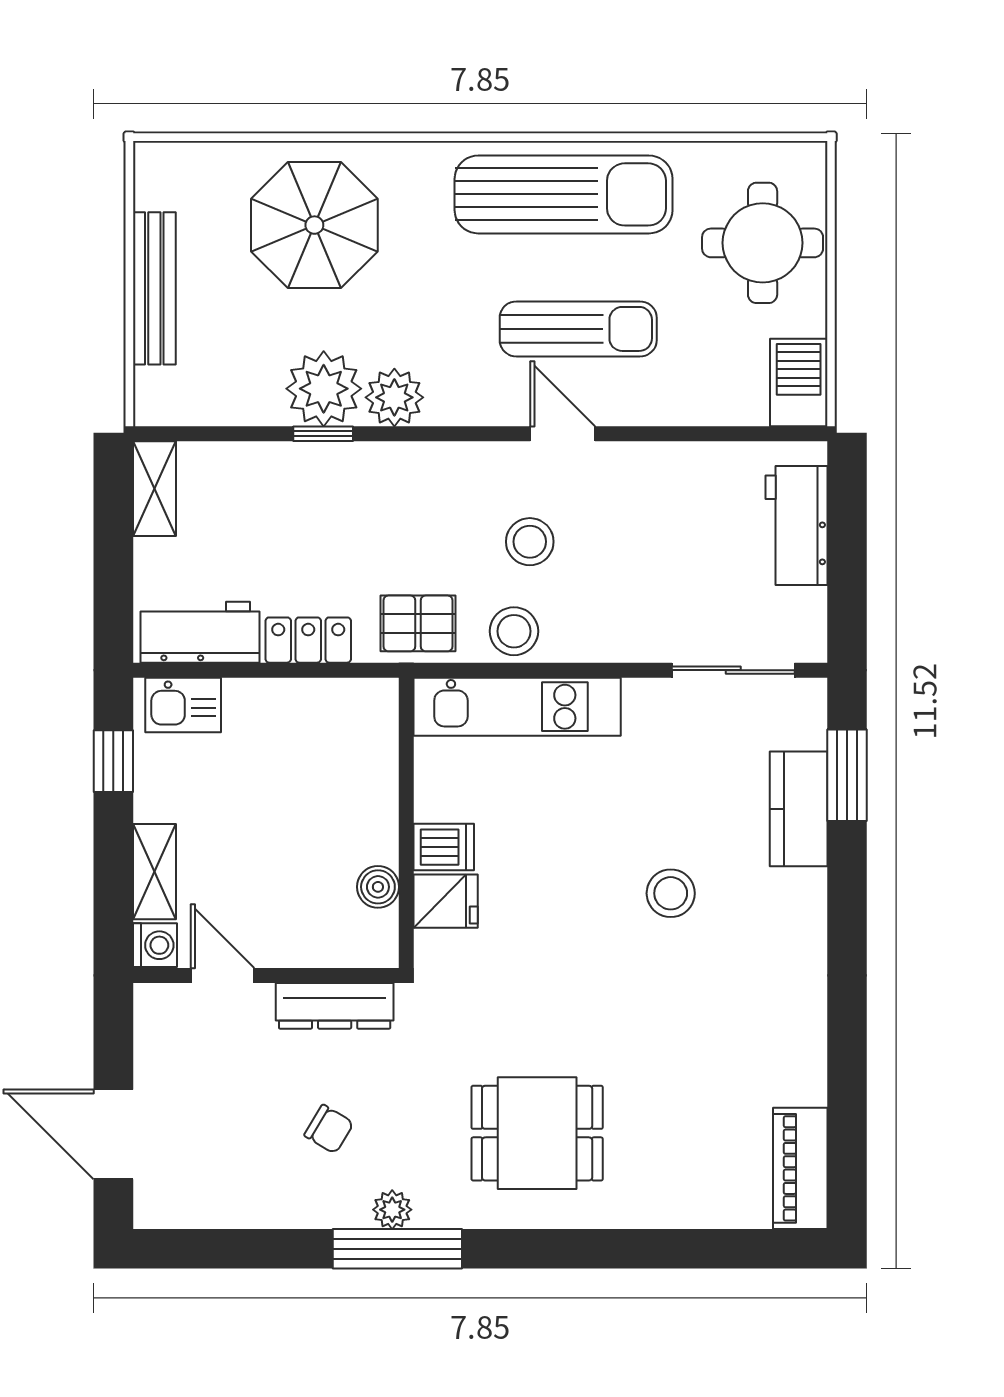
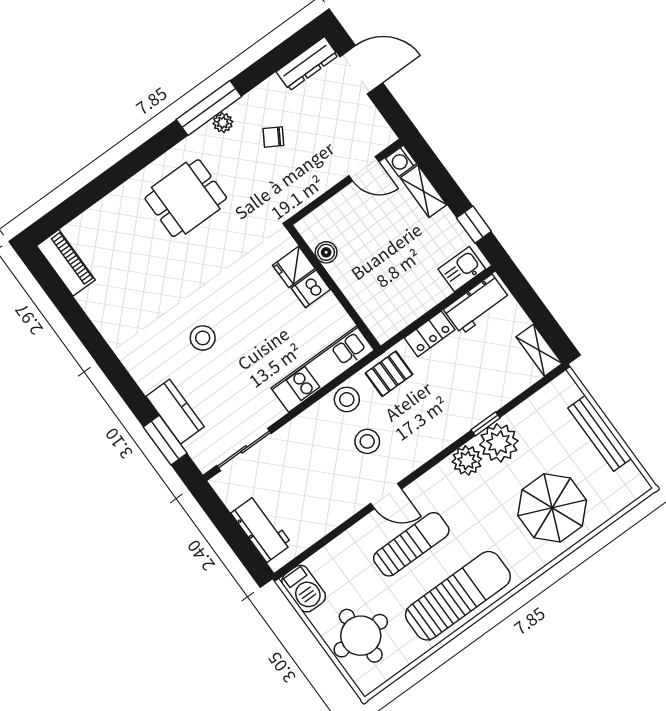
sun lounger: (564, 194) -> (458, 596), turned 180
sun lounger: (578, 329) -> (411, 544), turned 180
dresser: (335, 1006) -> (307, 64), moved, turned 180

